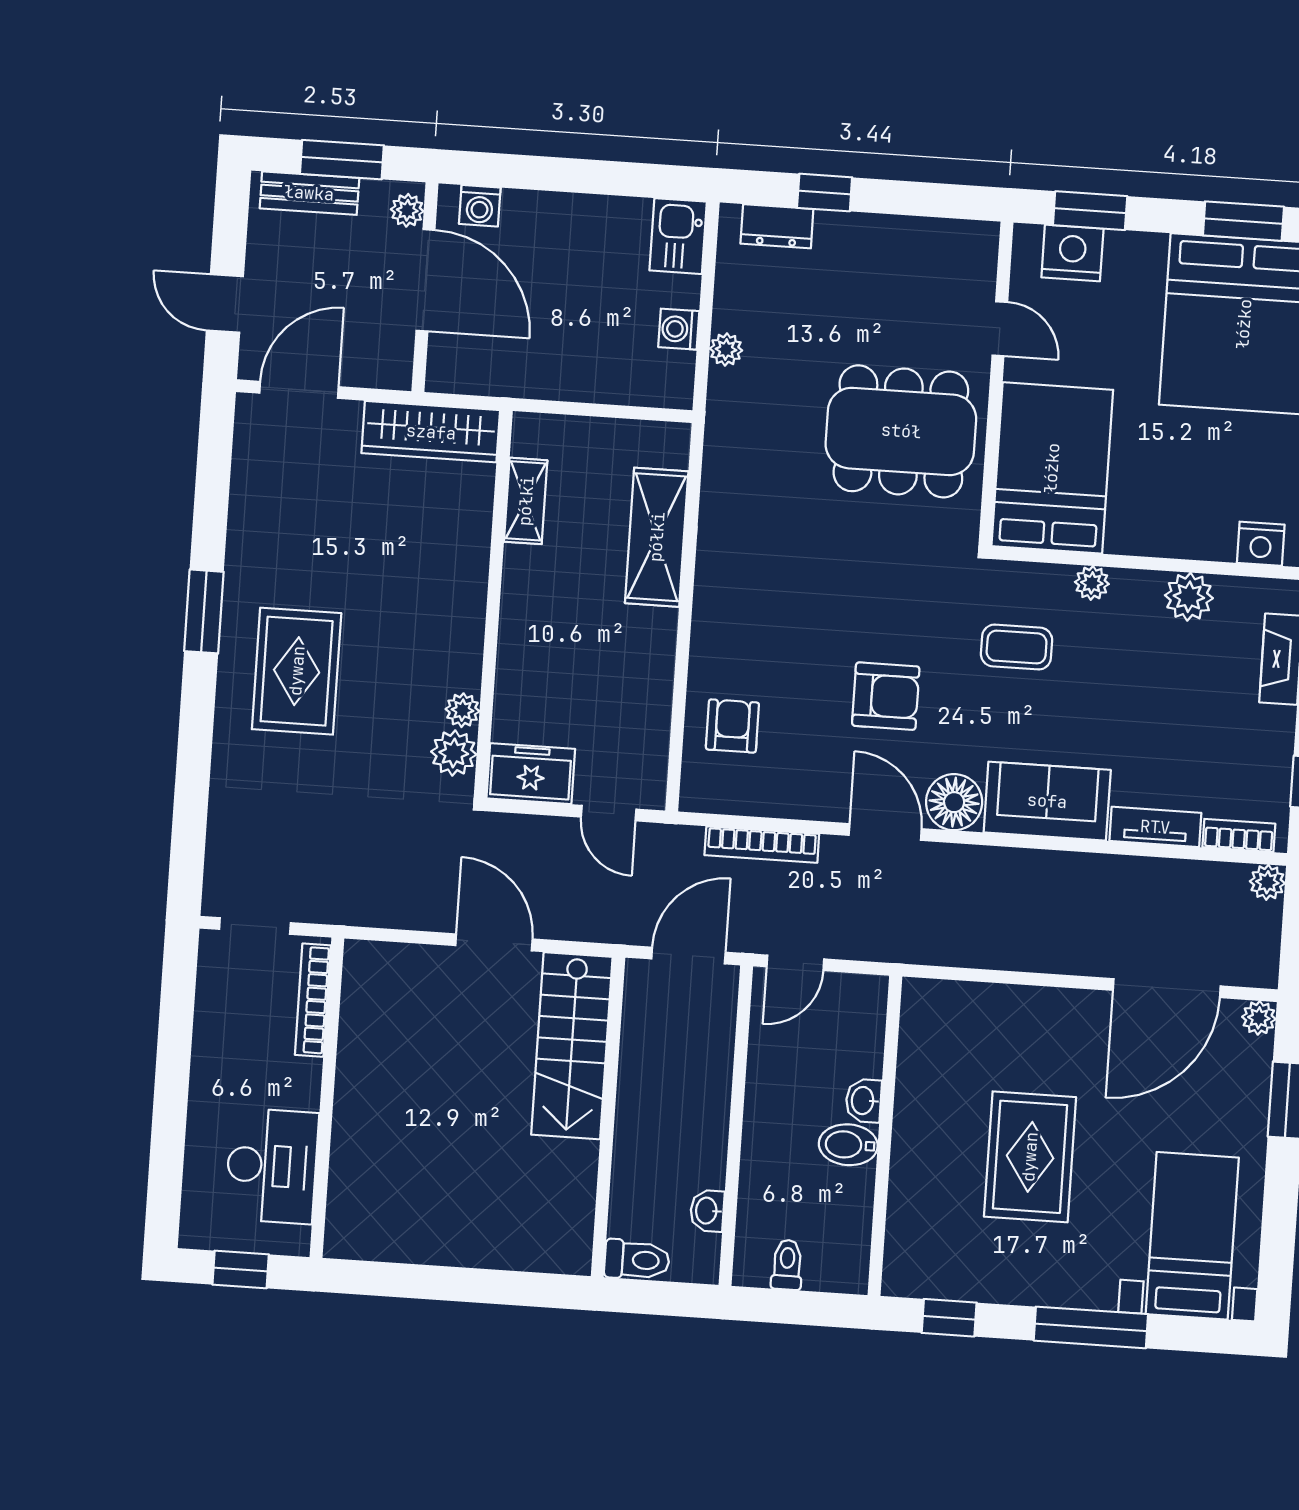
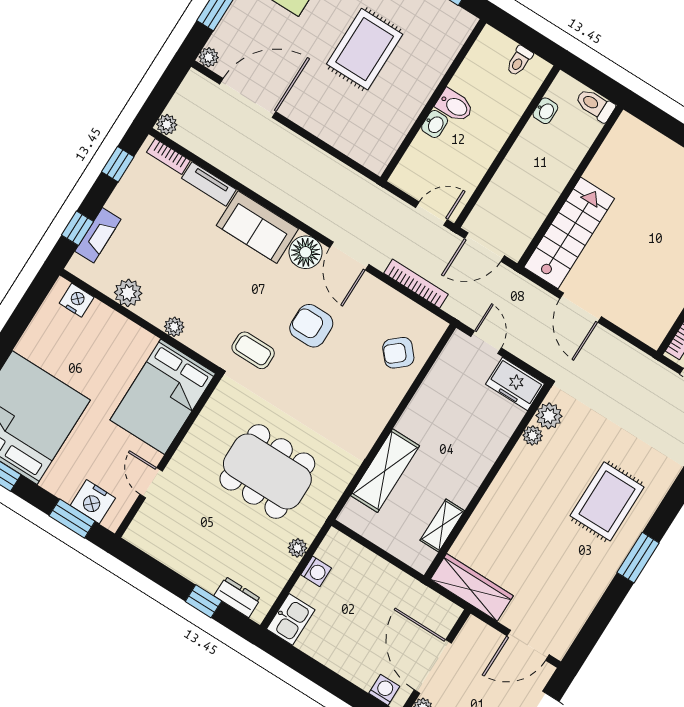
dining table: (901, 431) -> (267, 471), moved
coffee table: (1017, 647) -> (253, 350), moved
armchair: (732, 726) -> (398, 353), turned 49

